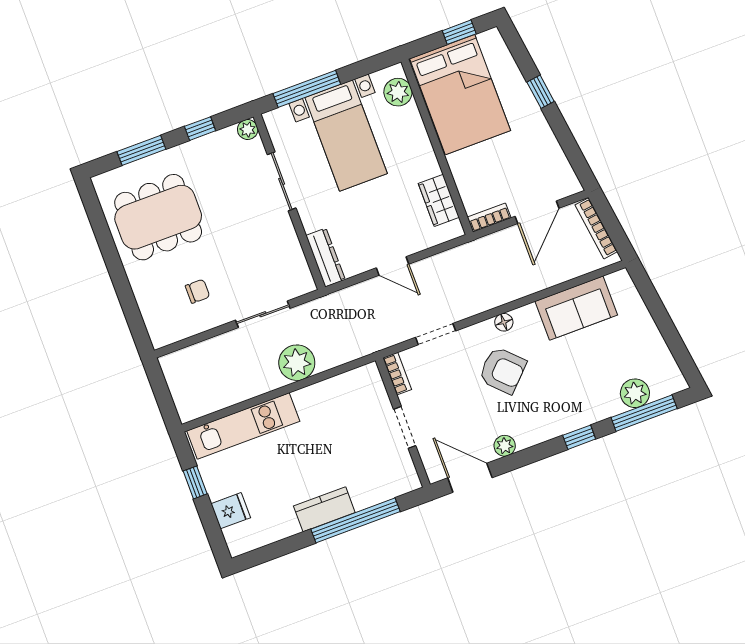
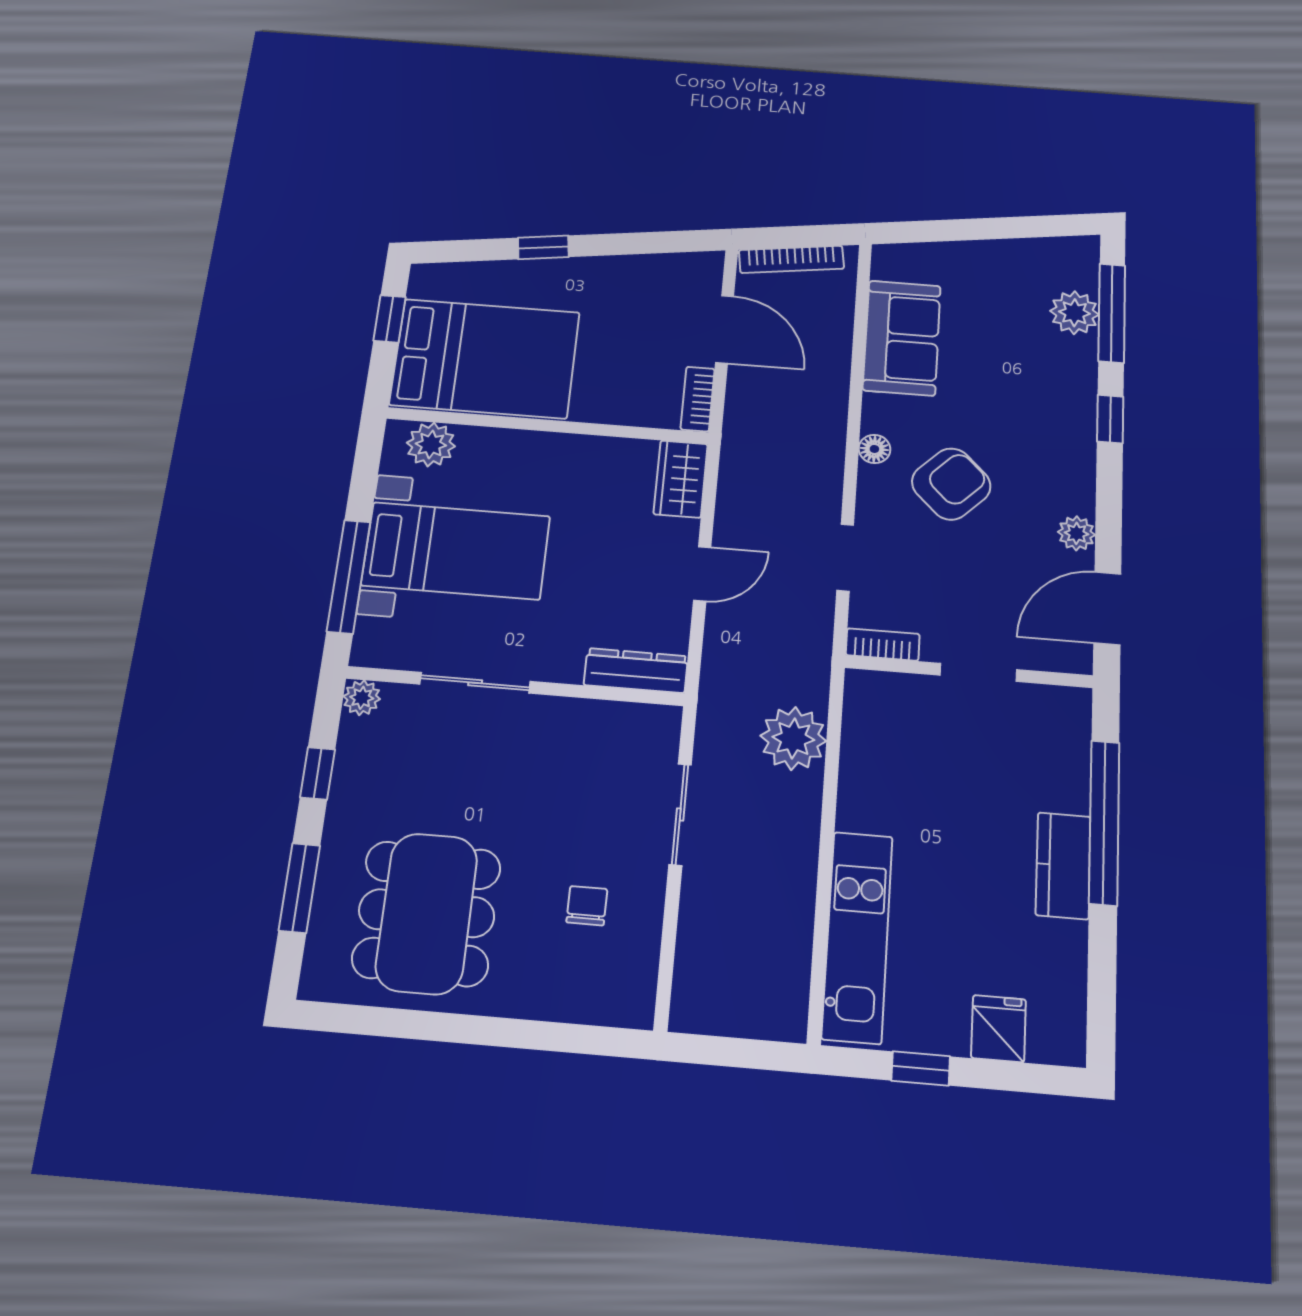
wardrobe: (439, 200) -> (681, 479), moved, turned 90
plant: (297, 363) -> (793, 738), moved

